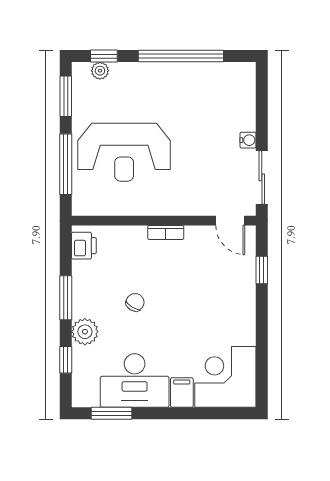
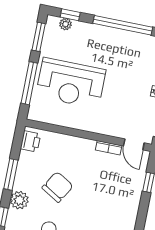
bookcase: (166, 232) -> (109, 148), moved
chair: (135, 302) -> (58, 187), width x1.87, depth x1.87

